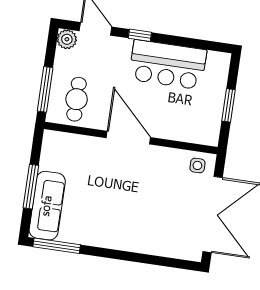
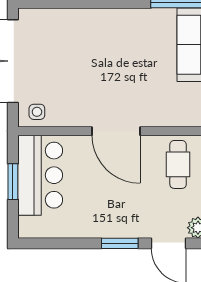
window: (140, 35) -> (120, 243), width x1.50
bar counter: (168, 65) -> (40, 175), moved, turned 90

